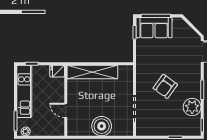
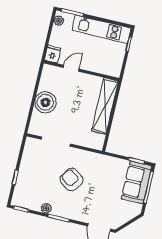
fridge: (57, 71) -> (53, 54), moved
plant: (192, 107) -> (46, 208), width x0.53, depth x0.53

